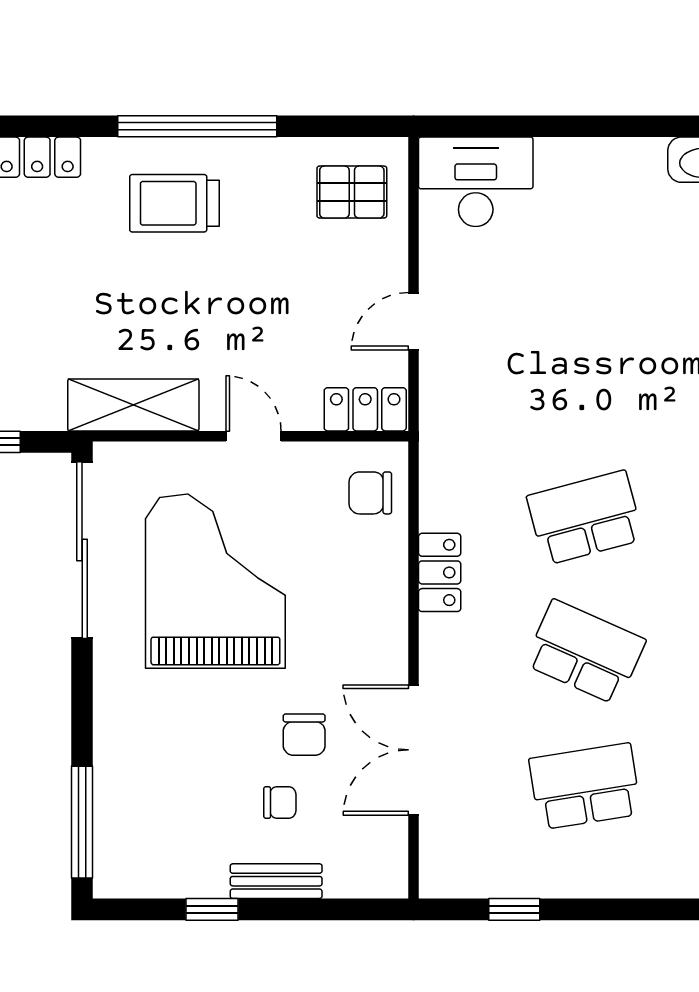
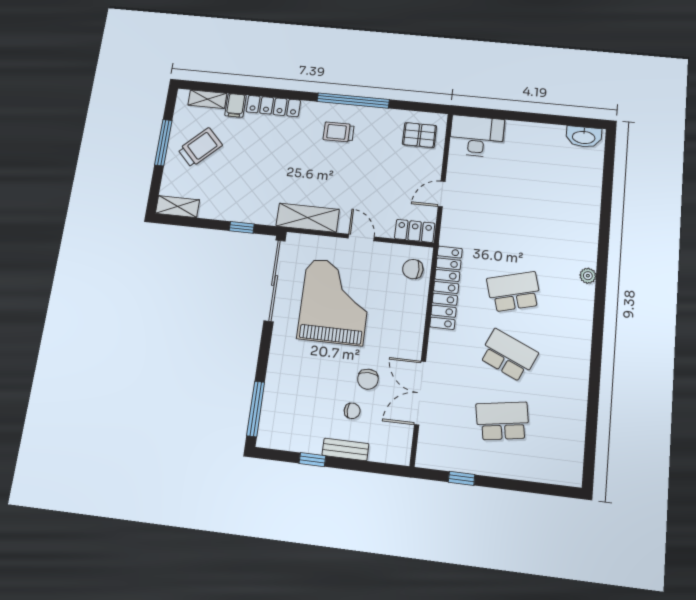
trolley: (174, 203) -> (339, 132), width x0.73, depth x0.72
locker: (440, 572) -> (446, 287), width x2.16, depth x1.21

